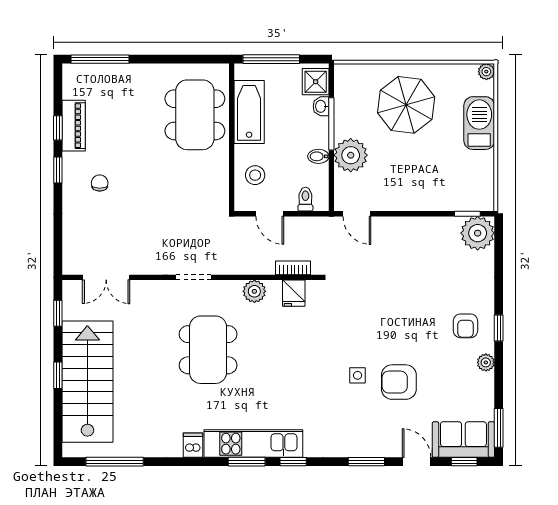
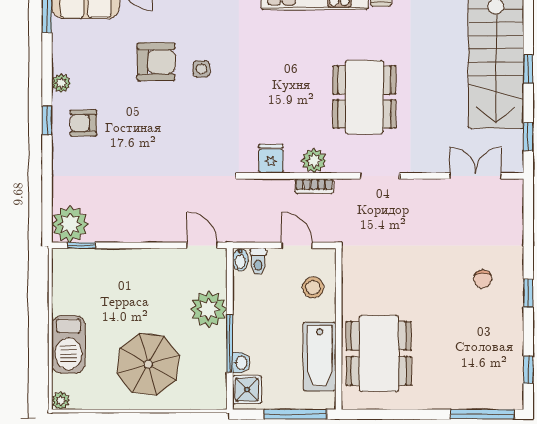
piano: (74, 126) -> (511, 342), removed
window: (58, 128) -> (528, 370), moved
bidet: (318, 156) -> (240, 260), moved, turned 90
bookcase: (293, 268) -> (314, 186), moved
armchair: (465, 326) -> (83, 123), turned -90

